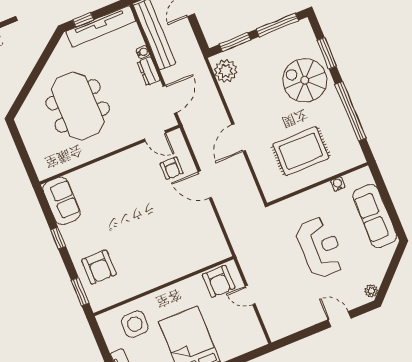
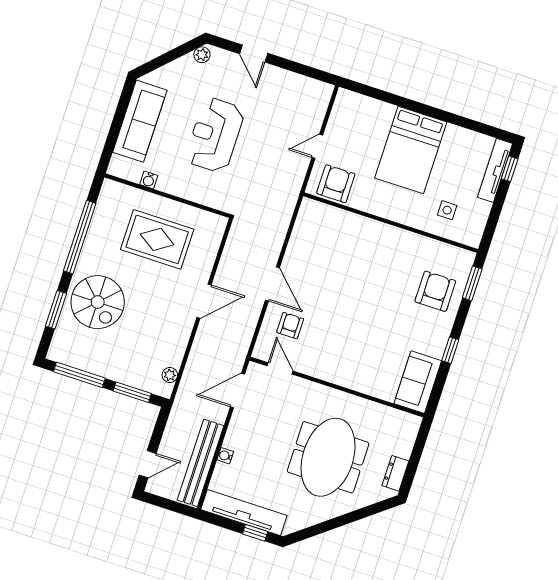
dresser: (149, 71) -> (395, 473), moved, turned 180
plant: (226, 71) -> (170, 375), width x0.53, depth x0.53
door: (250, 295) -> (317, 146), swing flipped
side table: (135, 324) -> (447, 210), width x0.54, depth x0.54

